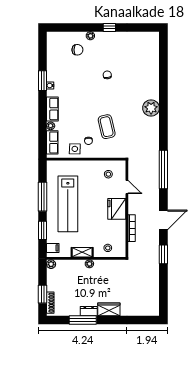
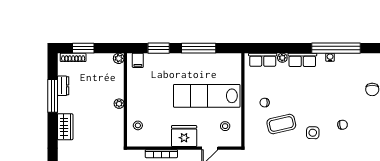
window: (42, 81) -> (336, 48), width x2.11
side table: (75, 149) -> (313, 133), moved
lab bench: (68, 204) -> (207, 96), moved
shelving: (82, 252) -> (133, 95), removed
dresser: (89, 311) -> (63, 86), moved

